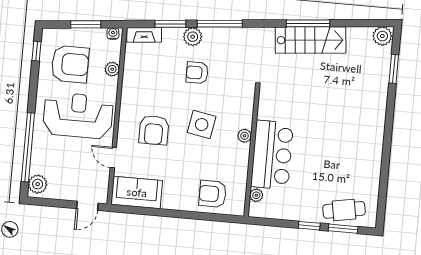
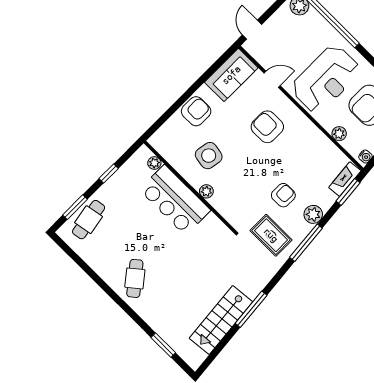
window: (170, 24) -> (348, 192), moved
plant: (382, 36) -> (195, 357), removed
stairs: (311, 40) -> (221, 320), moved
rug: (237, 56) -> (271, 235), added
side table: (202, 124) -> (209, 156), moved
cafe table: (360, 135) -> (135, 278), added
armchair: (213, 194) -> (196, 111), moved
window: (309, 226) -> (109, 174), moved

